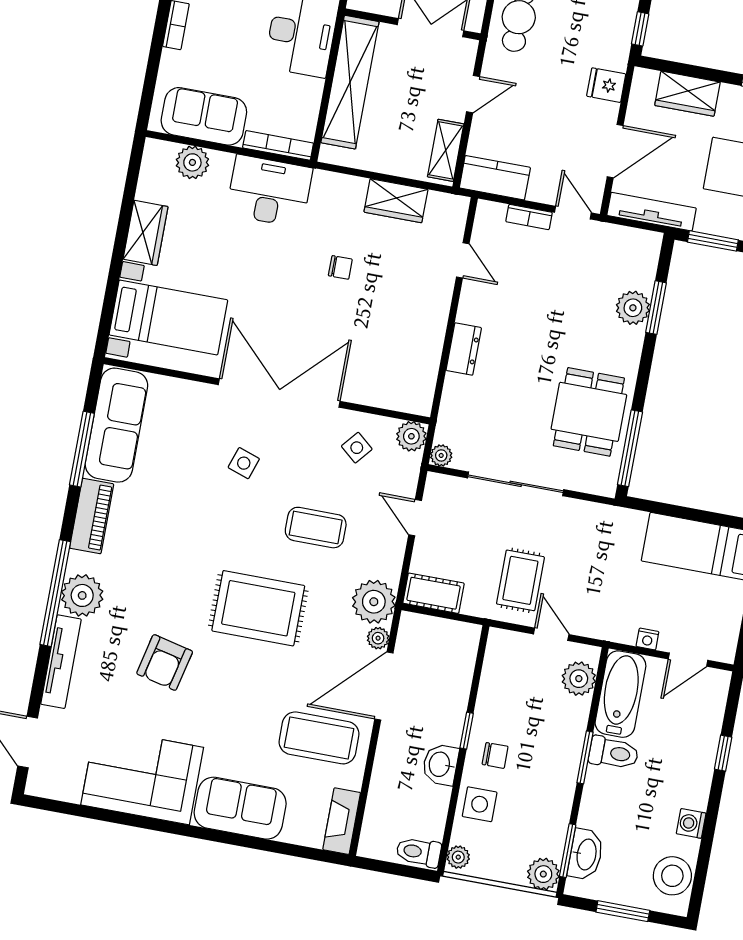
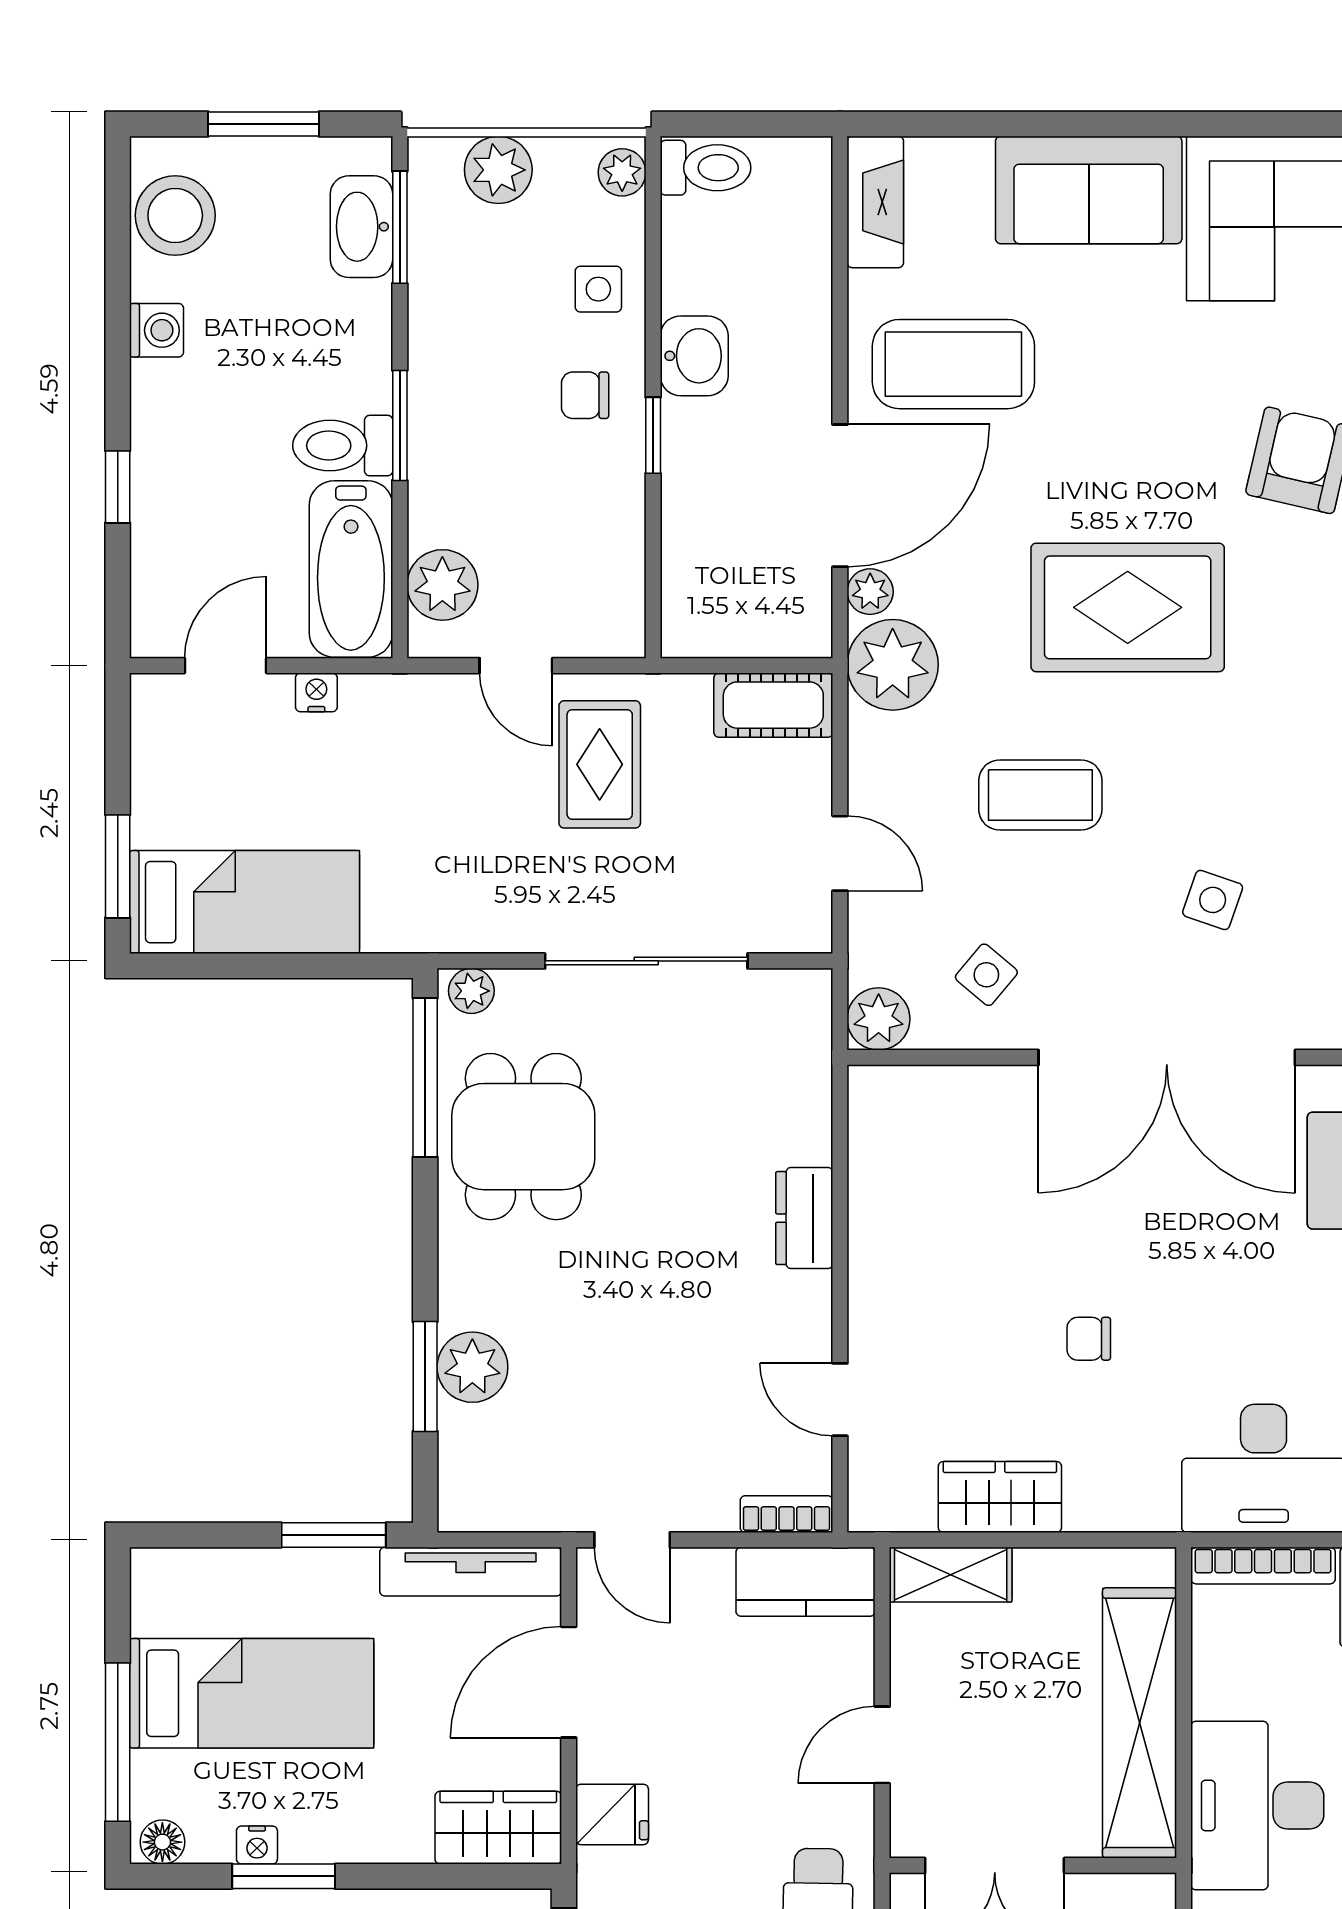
wardrobe: (687, 94) -> (498, 1828), moved
shelving: (446, 150) -> (951, 1575), moved, turned 90
bookcase: (529, 217) -> (787, 1514), moved
plant: (441, 455) -> (471, 991), moved
side table: (480, 804) -> (598, 289), width x0.73, depth x0.73
plant: (543, 874) -> (498, 170), moved

